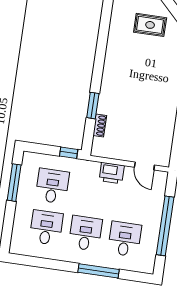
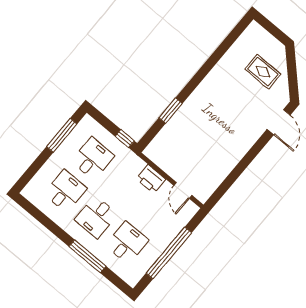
shoe rack: (100, 125) -> (166, 132), removed
desk: (85, 233) -> (96, 217), turned 180

